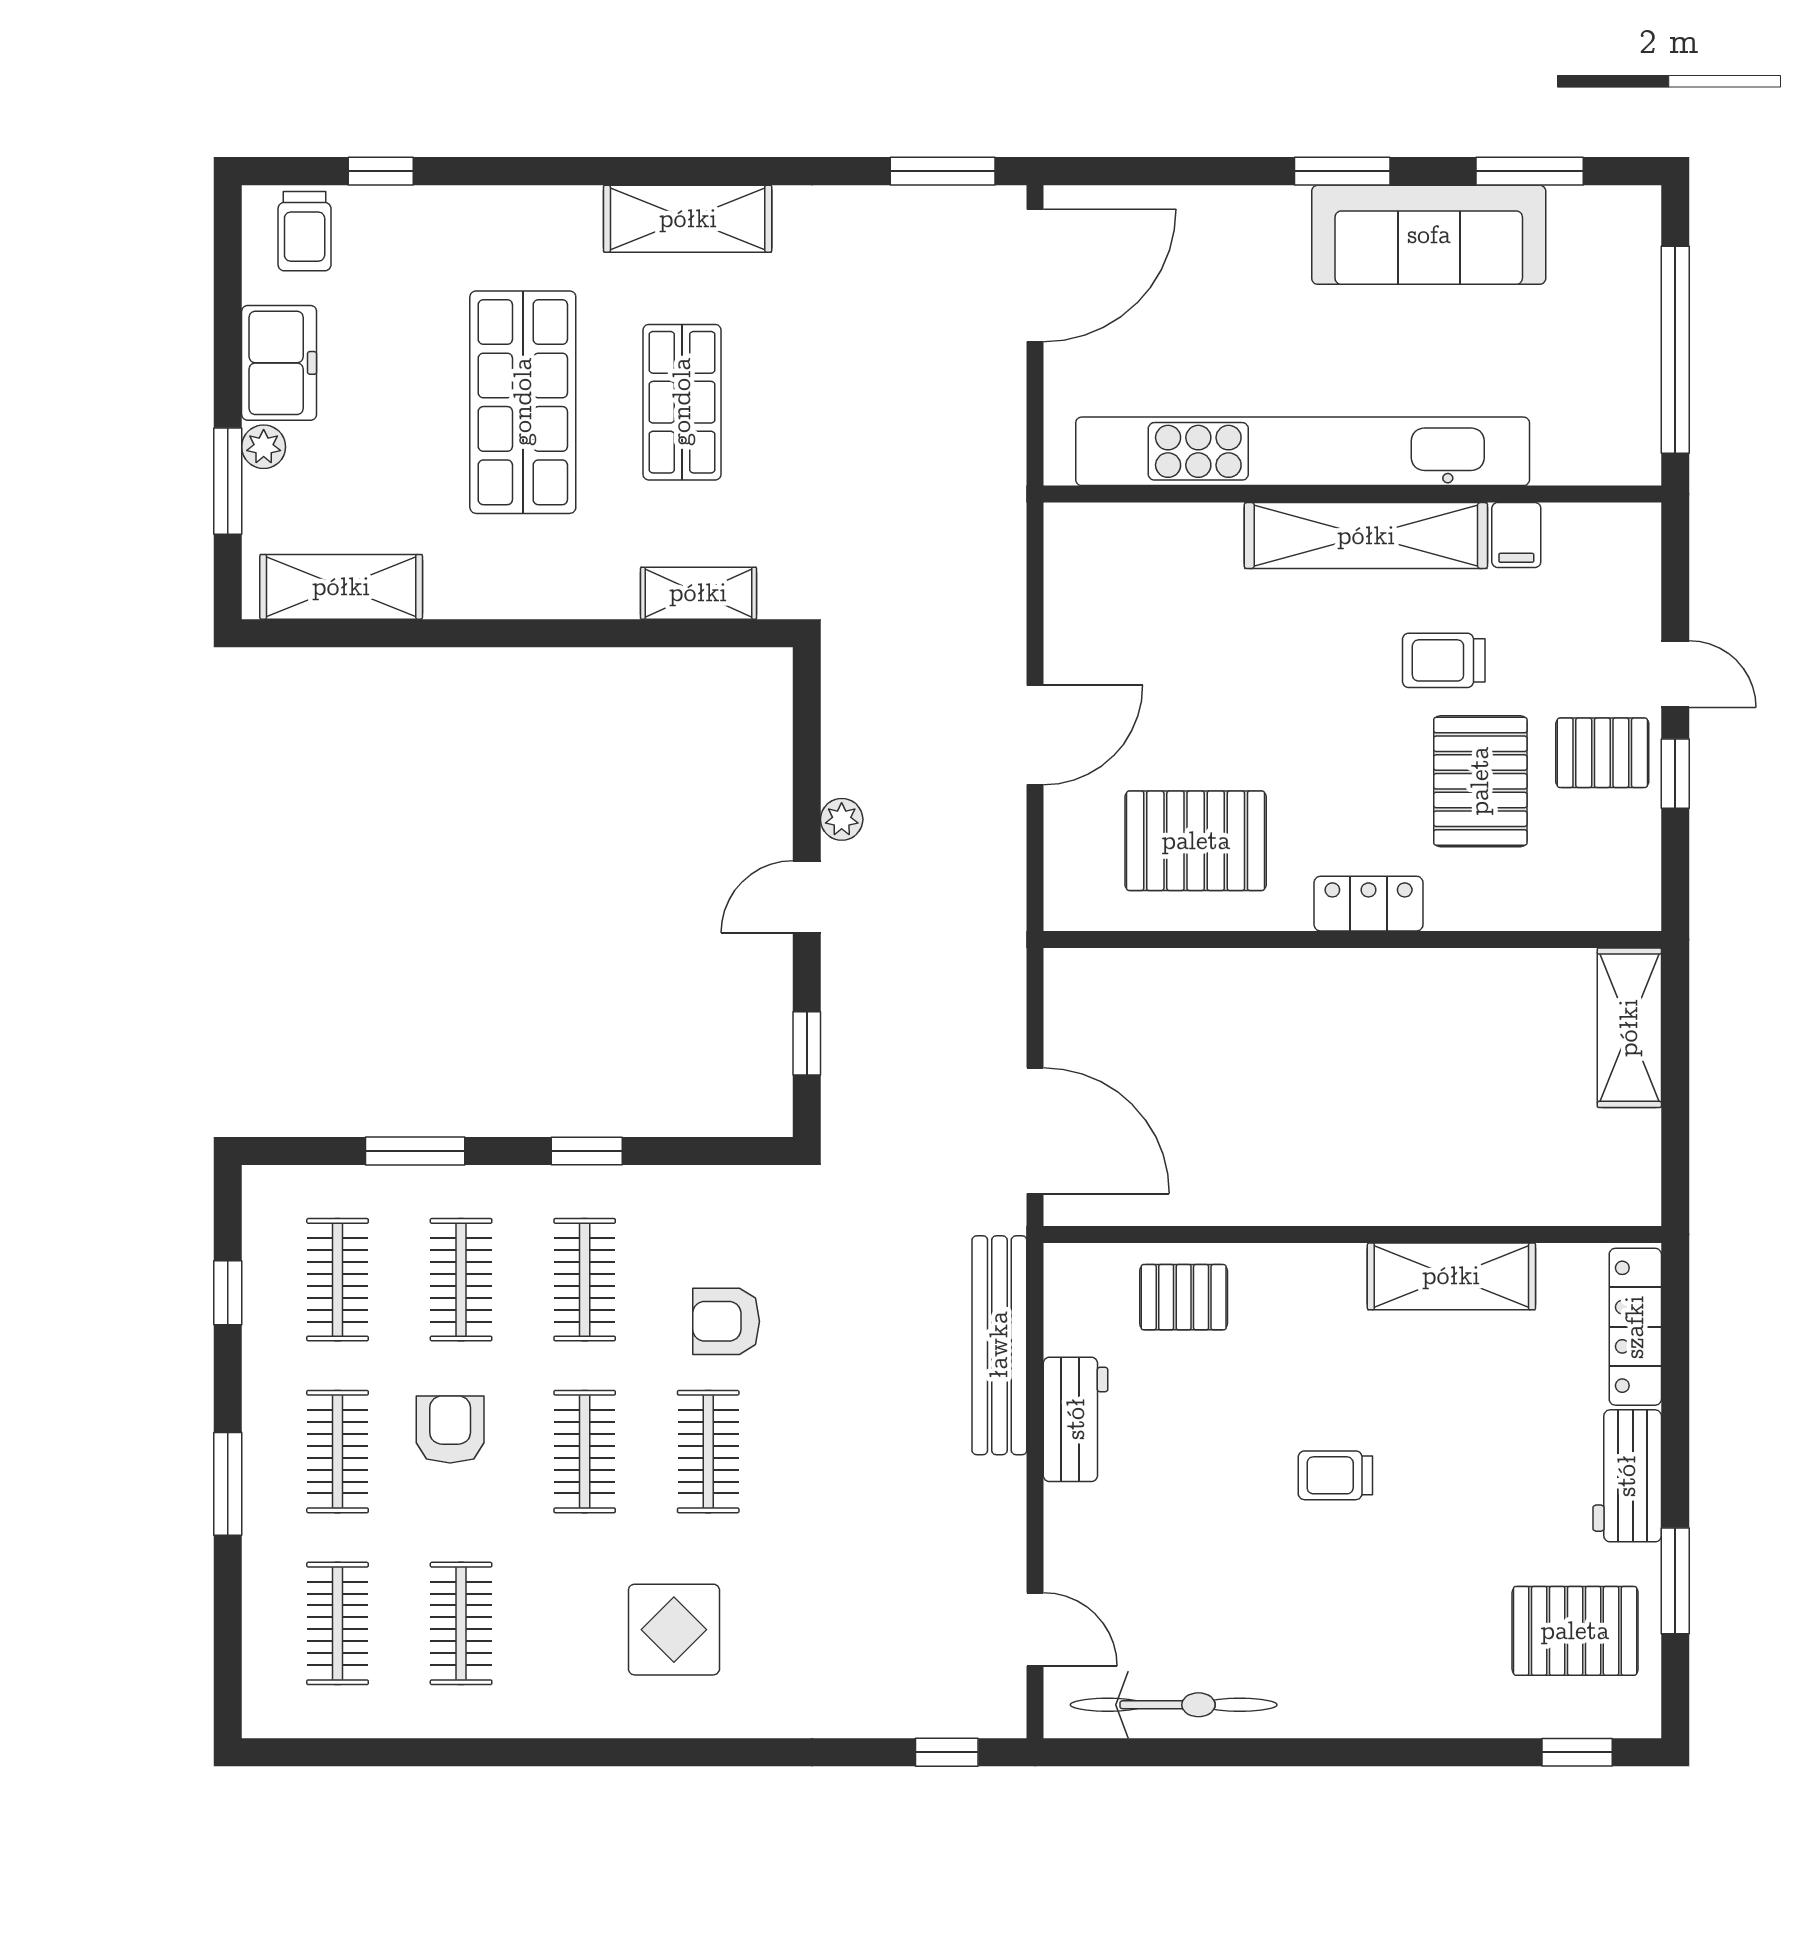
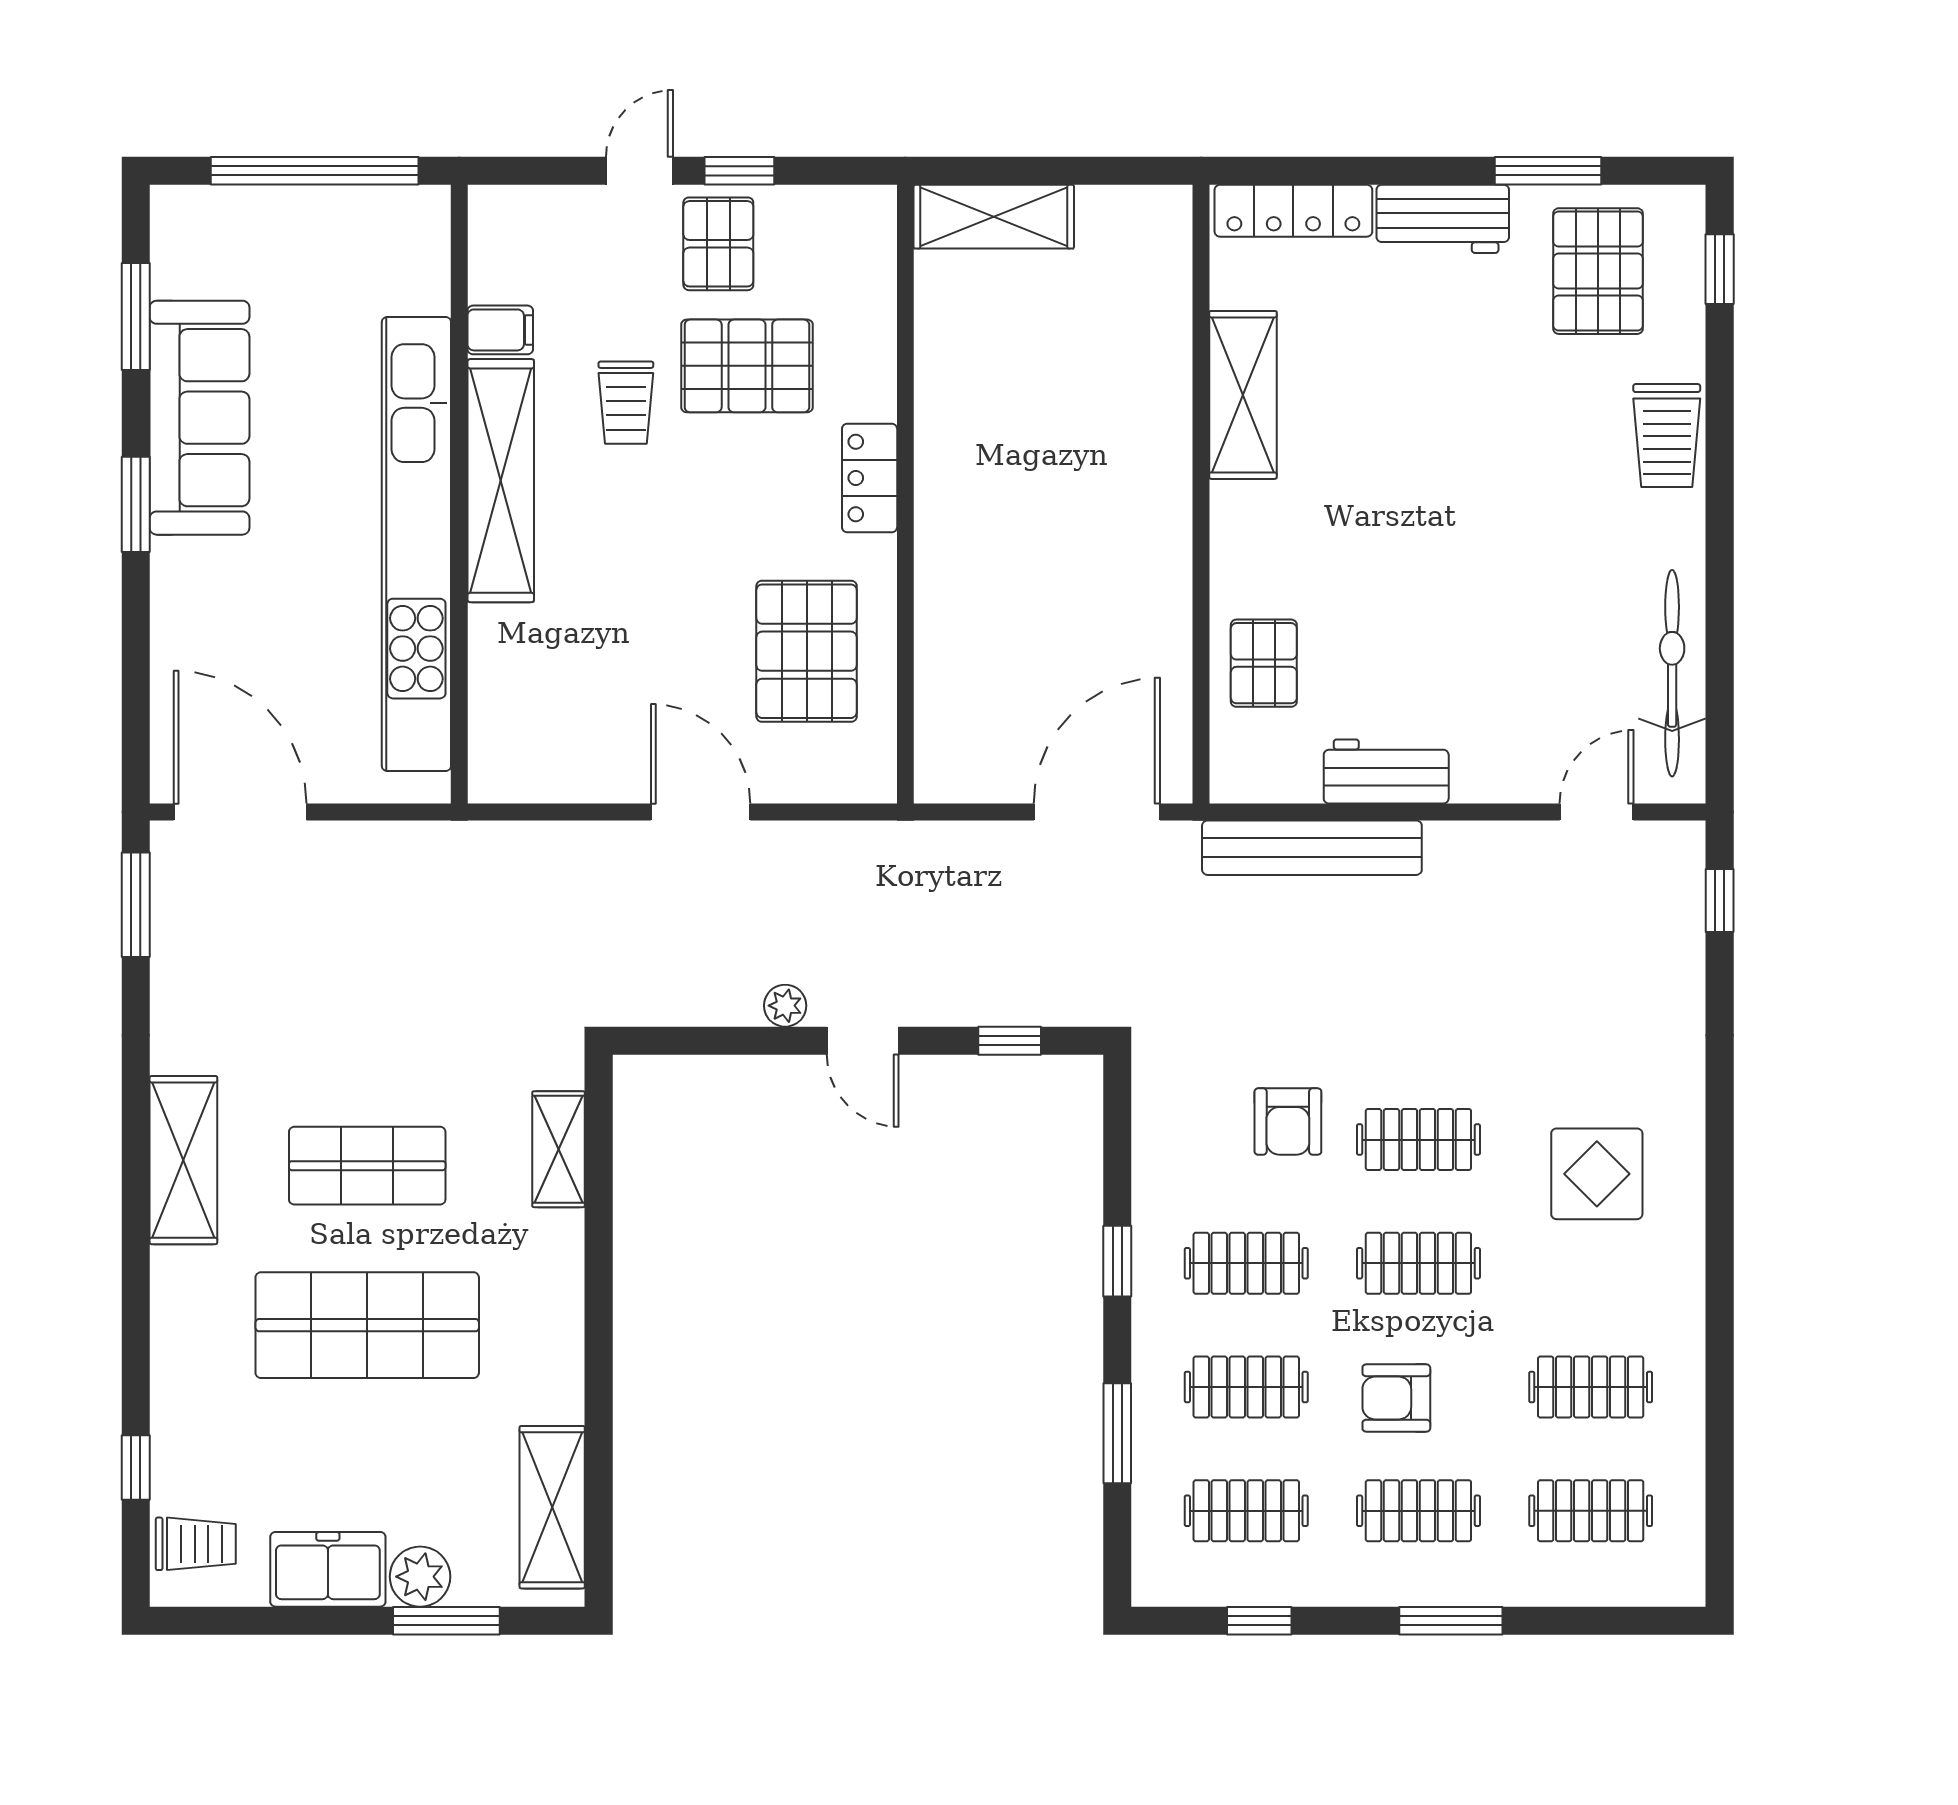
plant: (264, 447) -> (420, 1577), width x1.38, depth x1.38
trolley: (1335, 1475) -> (1667, 436), moved, width x1.36, depth x1.39

